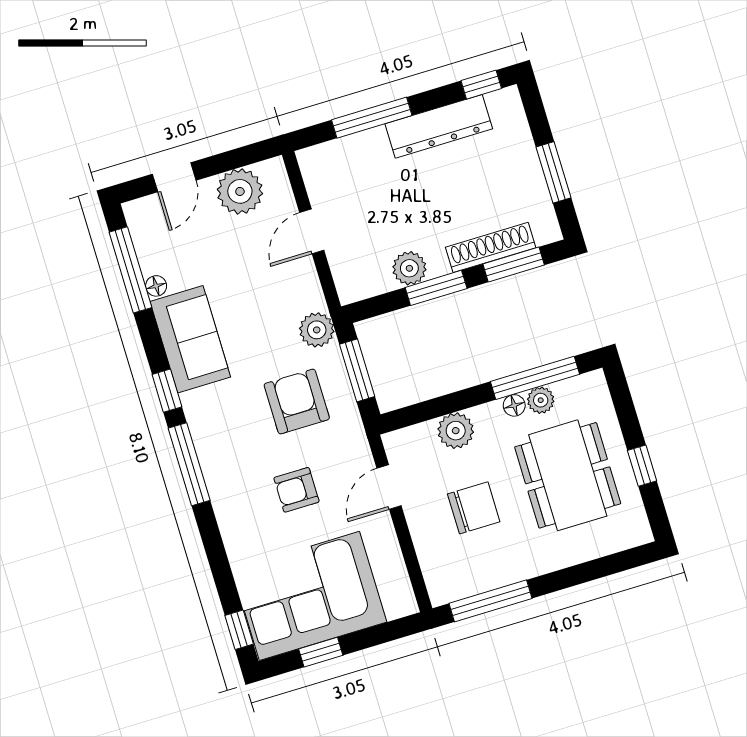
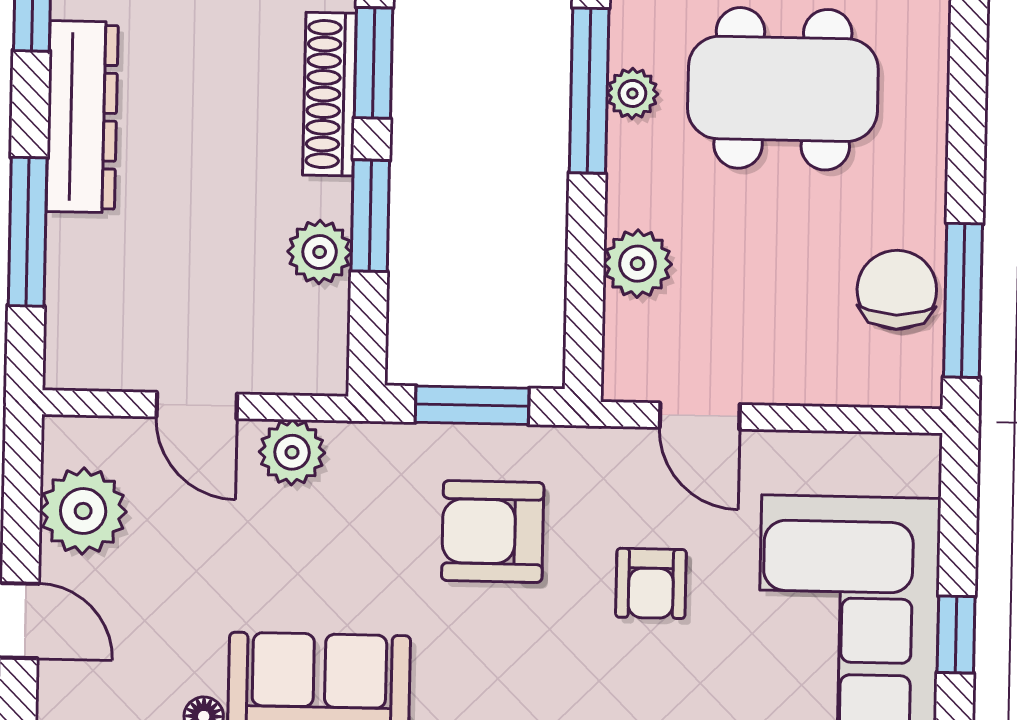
plant: (317, 330) -> (292, 452), moved
floor lamp: (514, 405) -> (626, 144), removed
chair: (474, 508) -> (897, 290), moved

